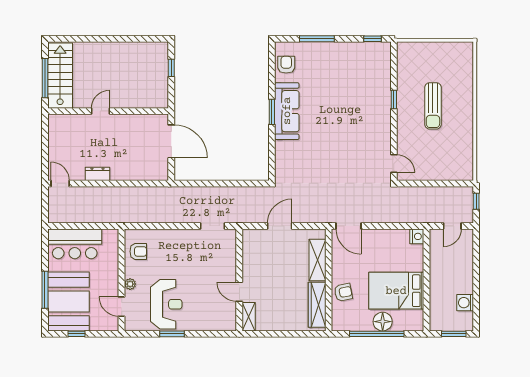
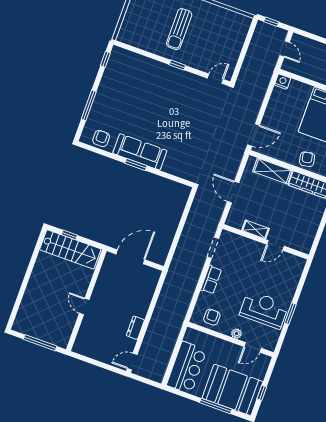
armchair: (286, 65) -> (101, 138), turned 90
stairs: (60, 76) -> (70, 249), moved, turned 180
window: (394, 99) -> (177, 65), moved
sun lounger: (433, 106) -> (179, 29), turned 90
row of seats: (178, 236) -> (211, 280), added
shelving: (249, 317) -> (256, 229), moved

